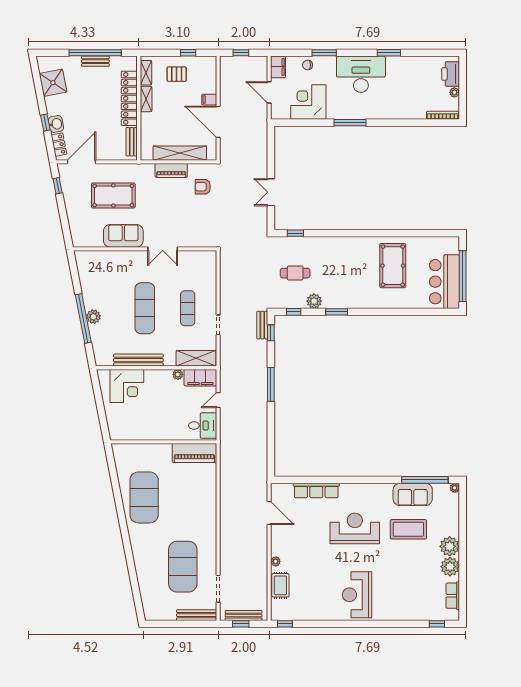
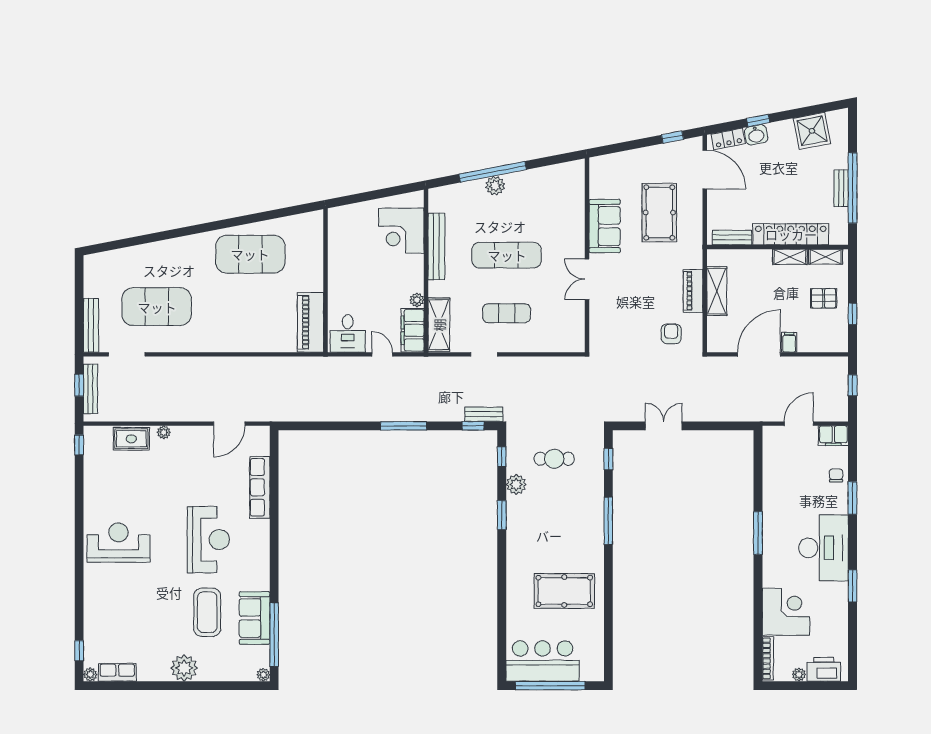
pallet: (177, 74) -> (824, 298), turned 90
corner desk: (308, 102) -> (786, 612), moved
shelving: (180, 153) -> (717, 291), width x0.68
window: (341, 233) -> (608, 521), added
cafe table: (295, 273) -> (554, 459), turned 90
plant: (450, 567) -> (90, 675), moved, width x0.53, depth x0.53

